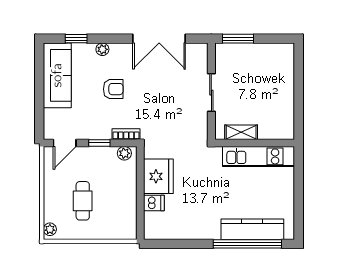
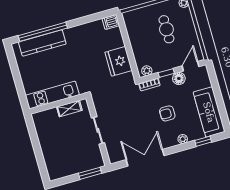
floor lamp: (85, 131) -> (179, 78), added
dishwasher: (154, 203) -> (111, 22), moved

